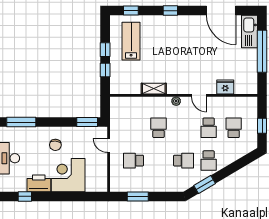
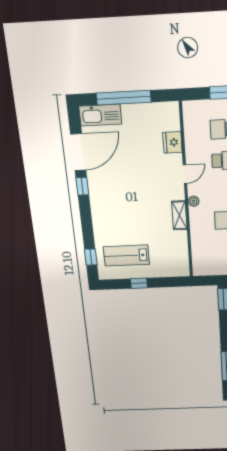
window: (170, 11) -> (82, 186), moved
window: (105, 70) -> (162, 282), removed
shelving: (154, 89) -> (179, 215), moved

